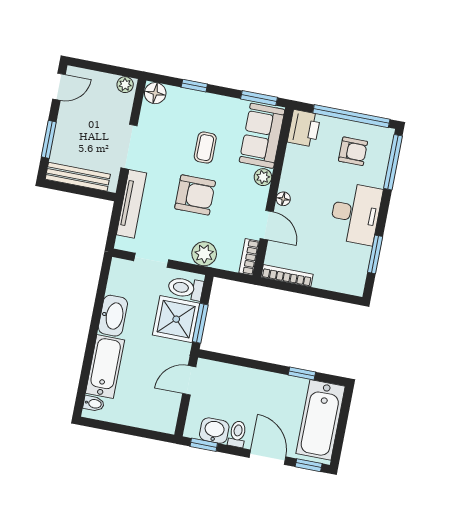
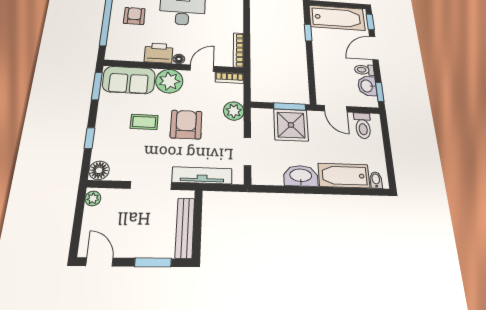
printer: (304, 128) -> (159, 53), moved
plant: (263, 177) -> (169, 81), width x1.87, depth x1.87
toilet: (186, 288) -> (363, 126), moved

